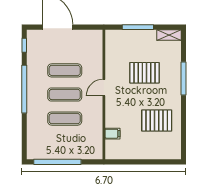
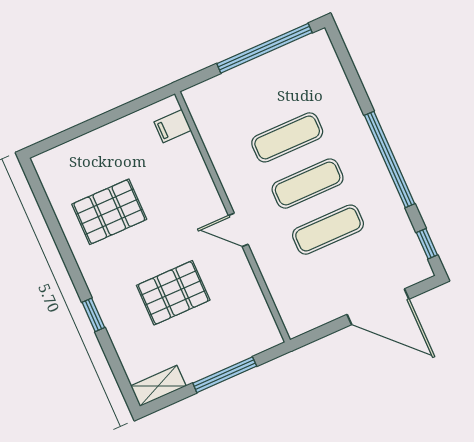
window: (184, 79) -> (93, 315), width x0.46
door: (104, 88) -> (238, 230), swing flipped
filing cabinet: (112, 134) -> (173, 126), moved

